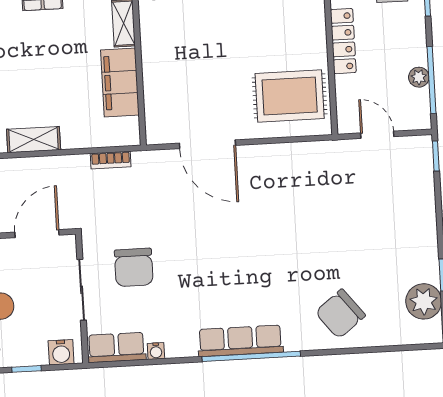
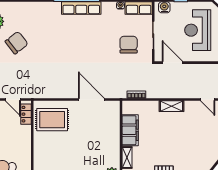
locker: (343, 41) -> (26, 114), moved, width x0.66
door: (37, 234) -> (172, 63), swing flipped
chair: (340, 314) -> (17, 43), moved

